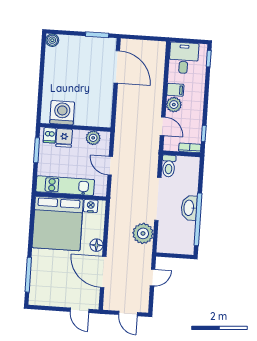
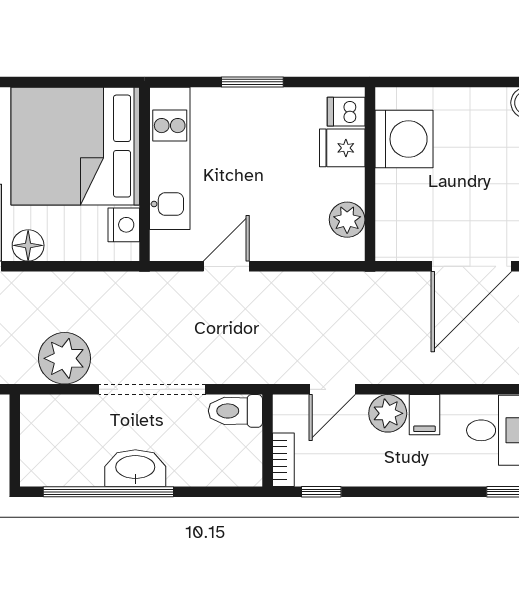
washing machine: (62, 113) -> (404, 139), moved
wall: (75, 127) -> (370, 174), moved
dishwasher: (50, 135) -> (346, 112), moved
fridge: (64, 138) -> (342, 148), moved
plant: (93, 138) -> (347, 220), moved

